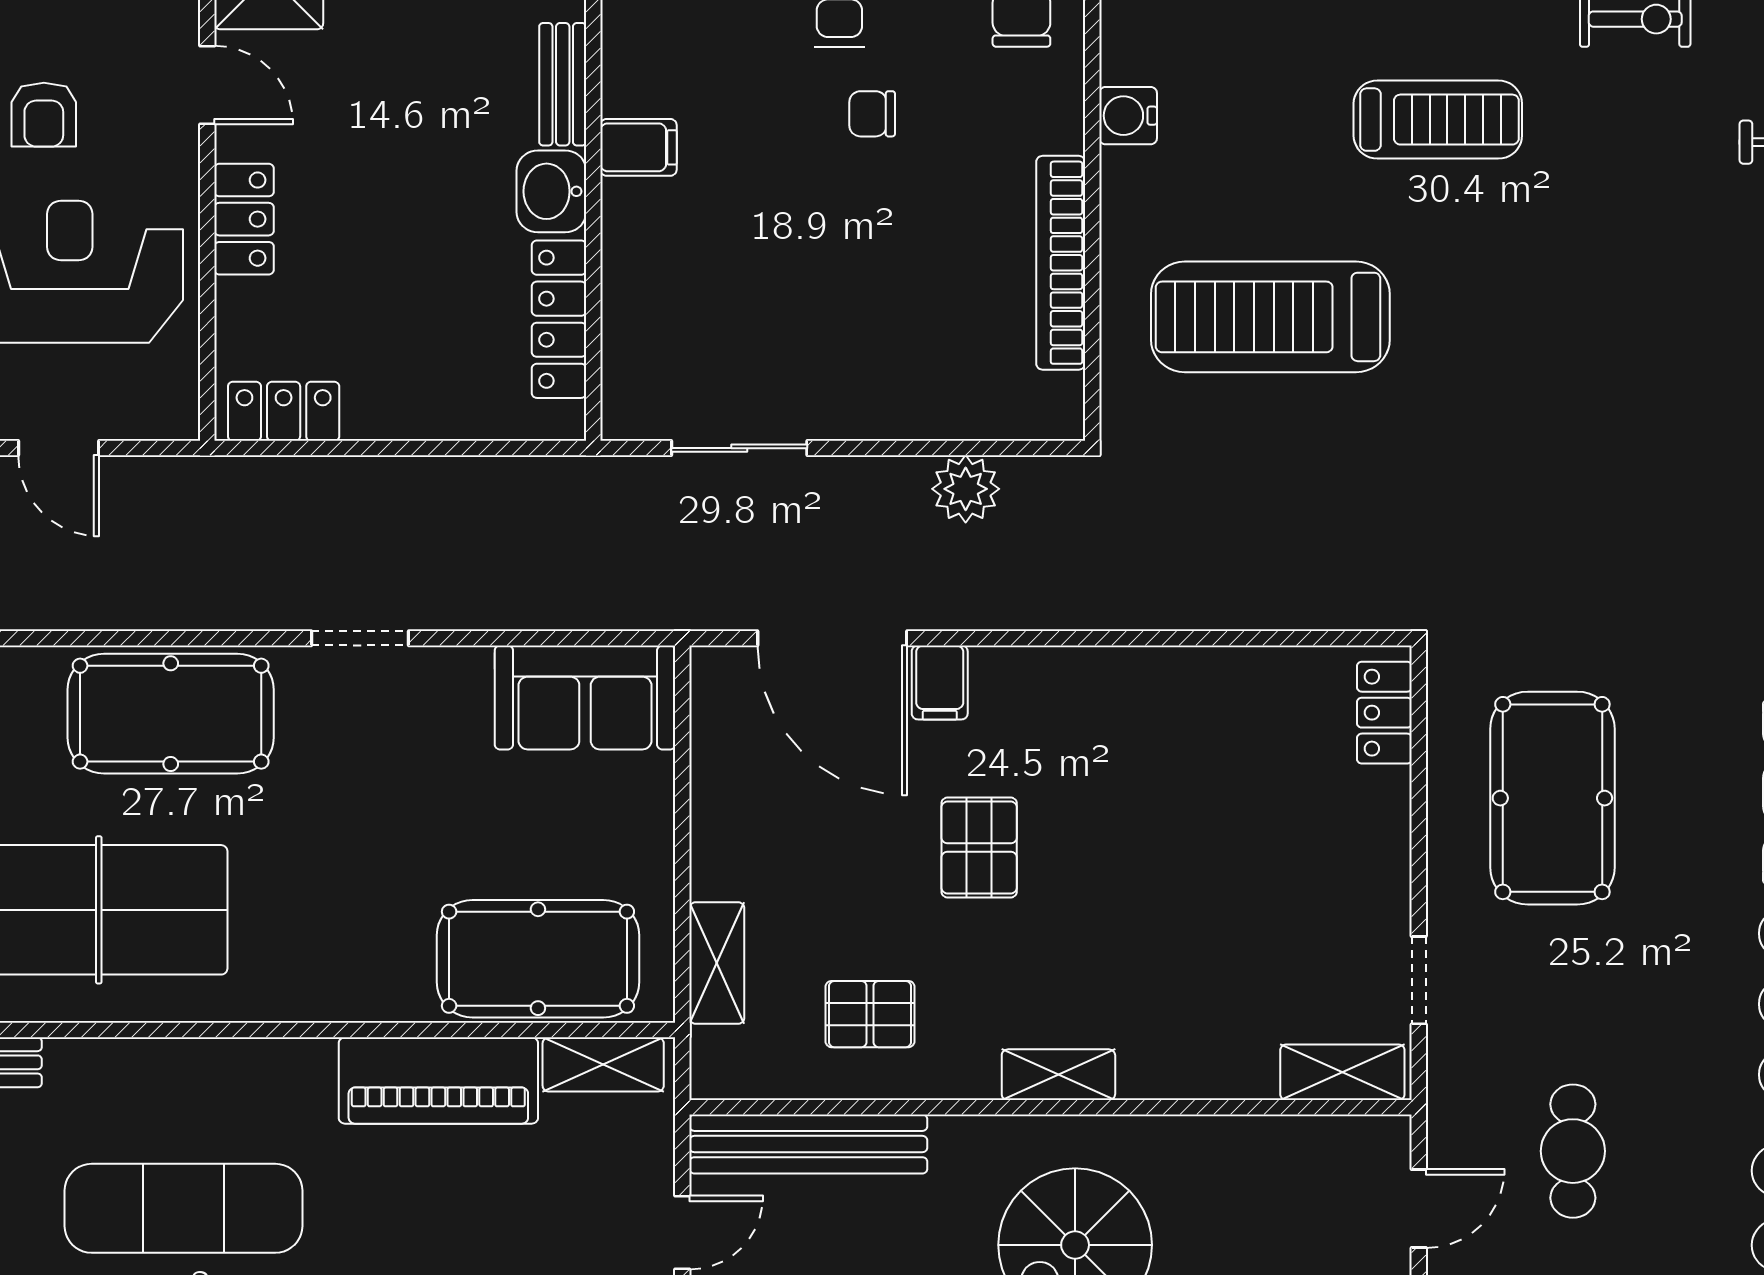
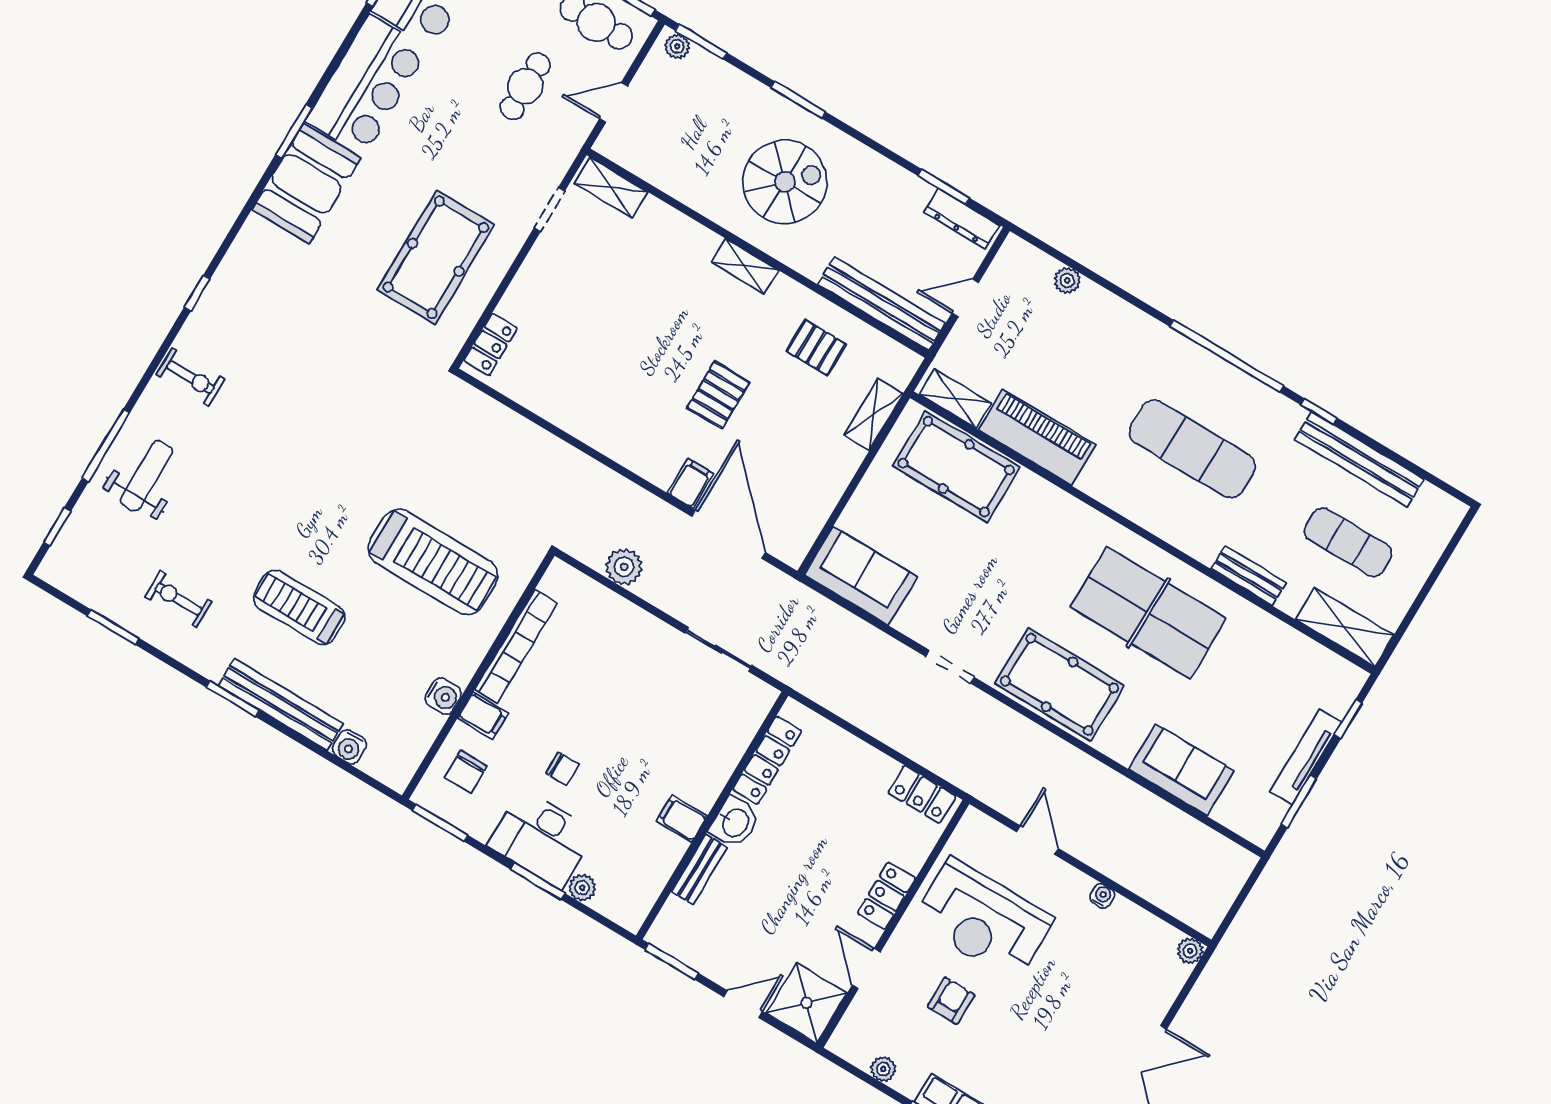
filing cabinet: (1047, 123) -> (483, 715), added

